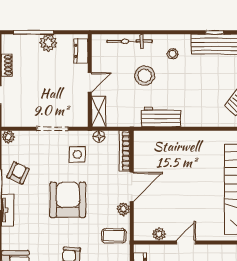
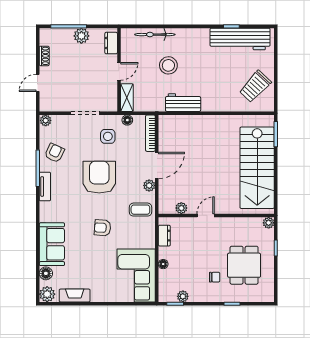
stool: (173, 54) -> (194, 46), removed

